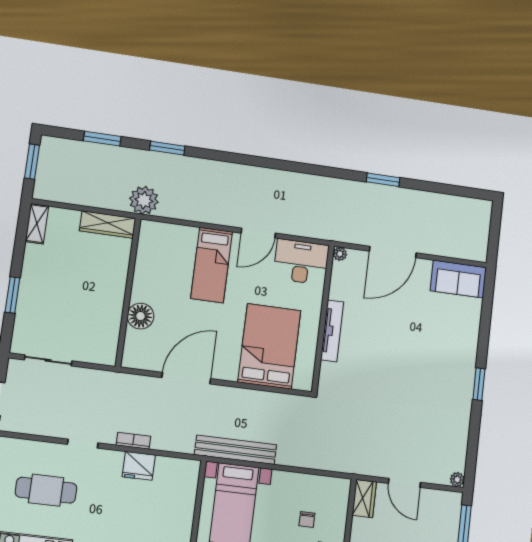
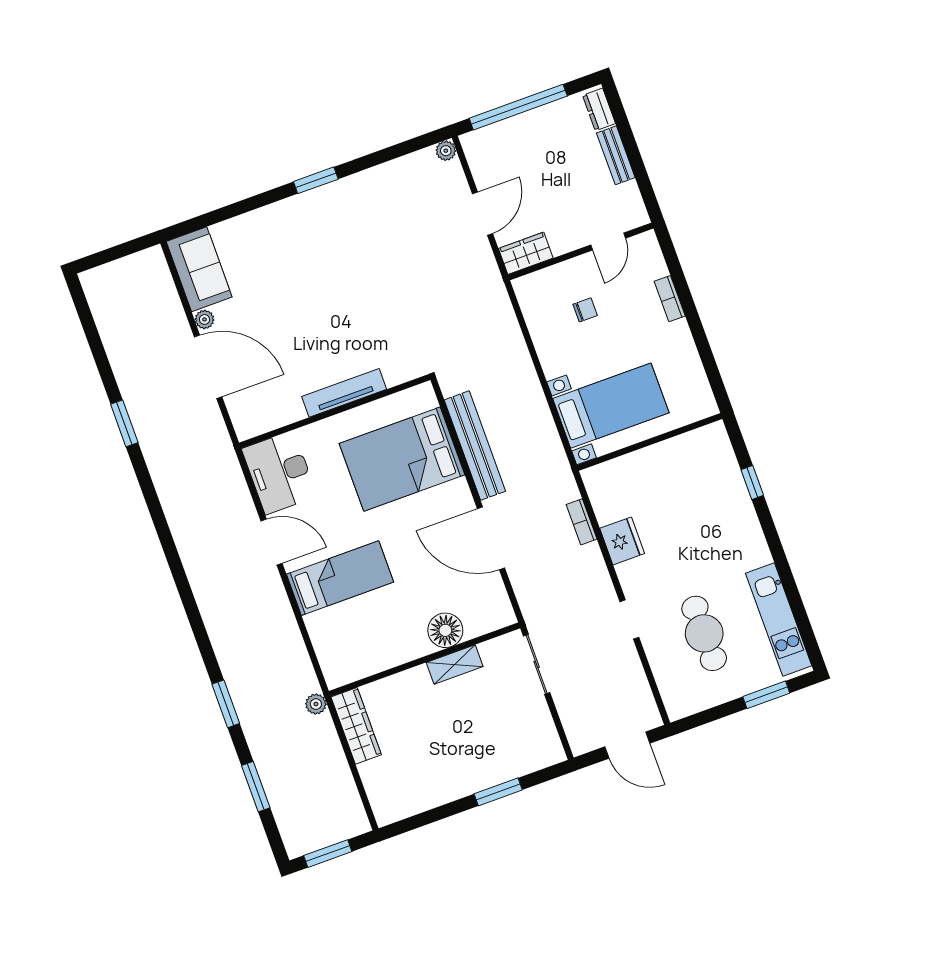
plant: (144, 200) -> (316, 704), width x0.53, depth x0.53
shelving: (37, 224) -> (455, 664), moved
plant: (340, 254) -> (205, 319), moved
sliding door: (48, 360) -> (537, 664), moved
bookcase: (133, 441) -> (582, 522), moved
bench: (235, 450) -> (475, 446), moved

